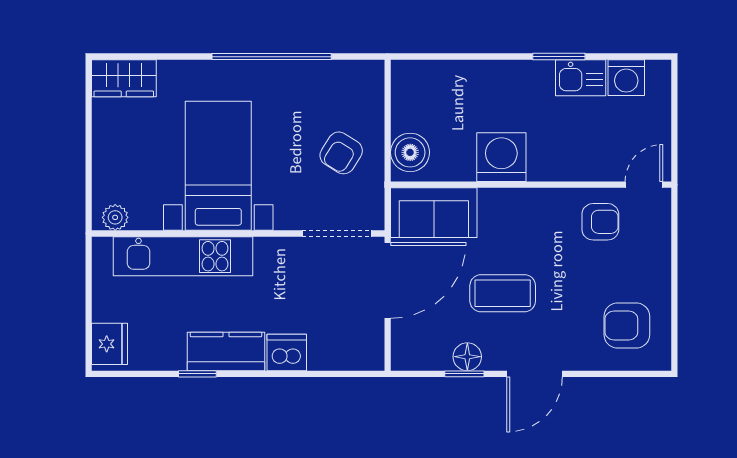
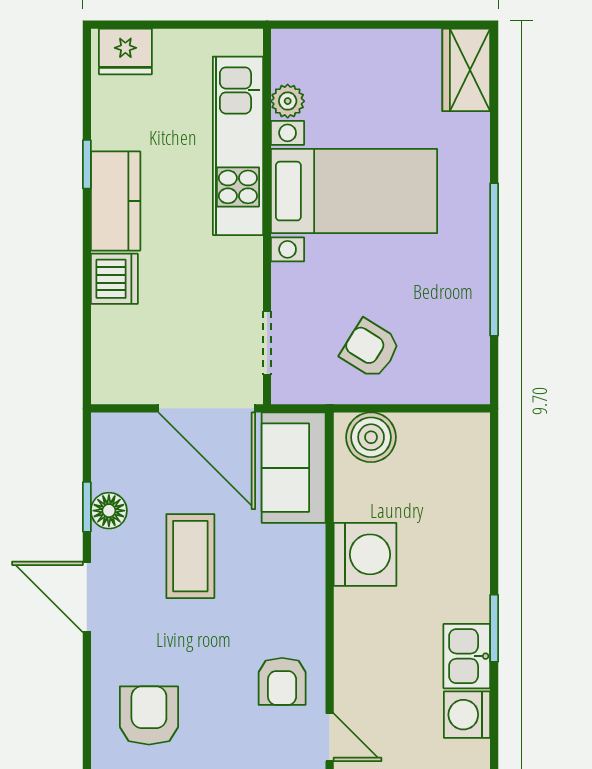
plant: (115, 217) -> (288, 101), moved
doorway: (337, 234) -> (267, 343), width x0.73

